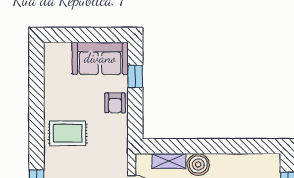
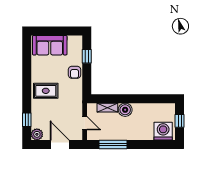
sofa: (100, 58) -> (50, 45), moved

